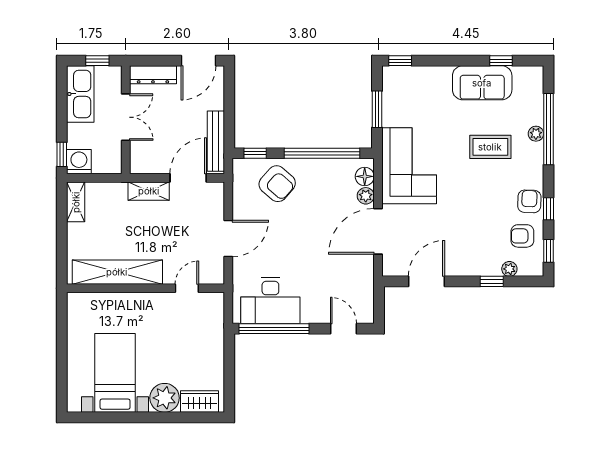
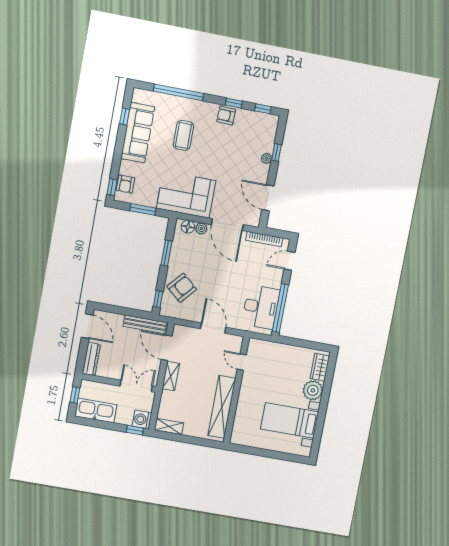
sofa: (482, 83) -> (138, 133), width x1.36
double door: (126, 117) -> (136, 386), moved
plant: (536, 134) -> (180, 102), removed
window: (322, 153) -> (166, 253), width x0.47
armchair: (522, 236) -> (125, 184), moved
plant: (509, 269) -> (267, 158), moved
bookcase: (367, 287) -> (264, 239), added

